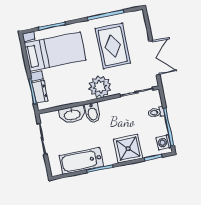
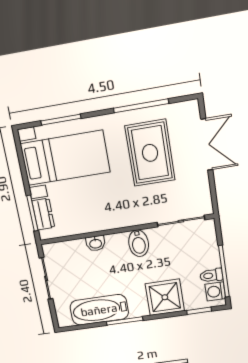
double door: (154, 58) -> (207, 145), moved
plant: (100, 87) -> (129, 211), removed
toilet: (156, 112) -> (211, 275), moved
bidet: (92, 113) -> (139, 243), moved
washbasin: (72, 115) -> (96, 243), width x0.52, depth x0.69

